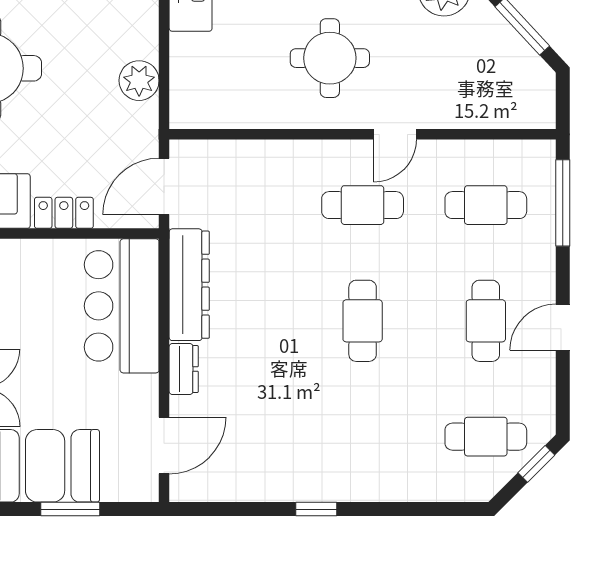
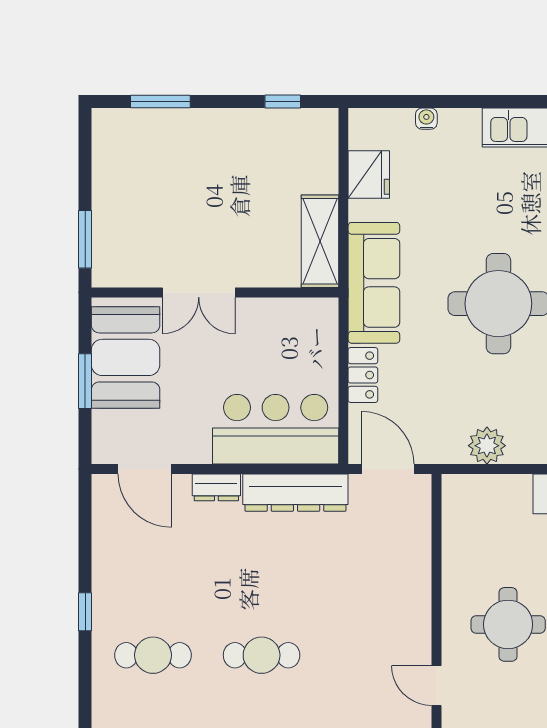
cafe table: (363, 205) -> (153, 655), moved, turned 90

